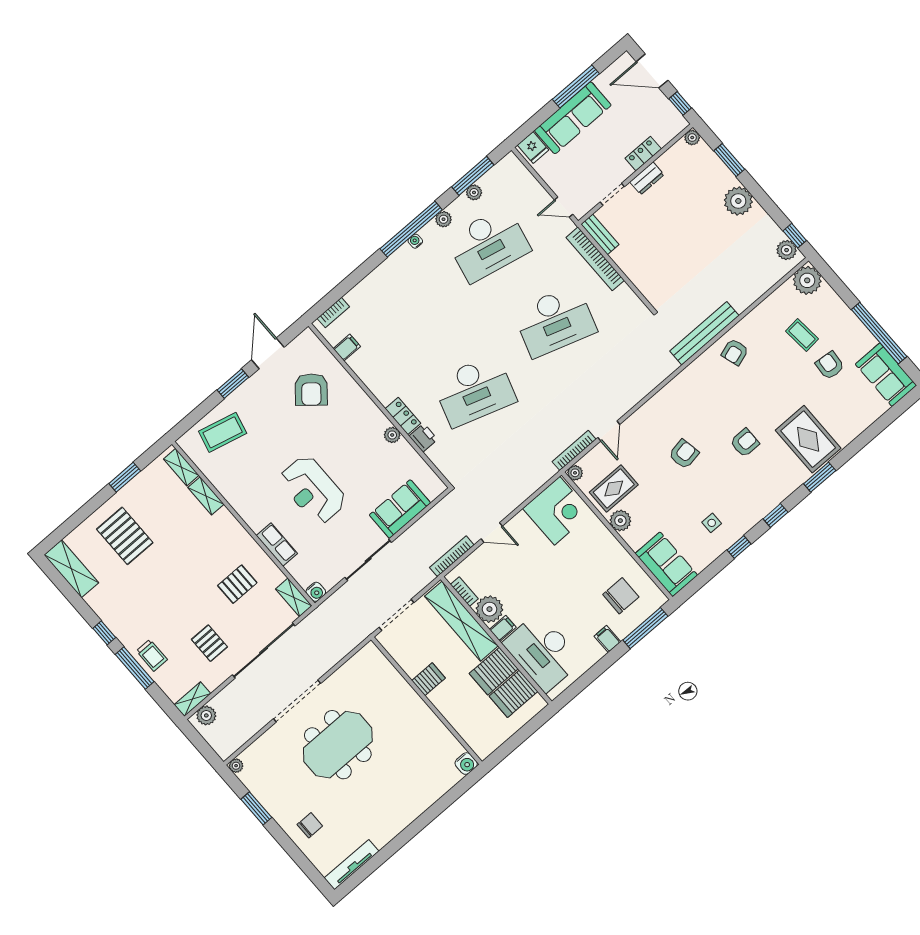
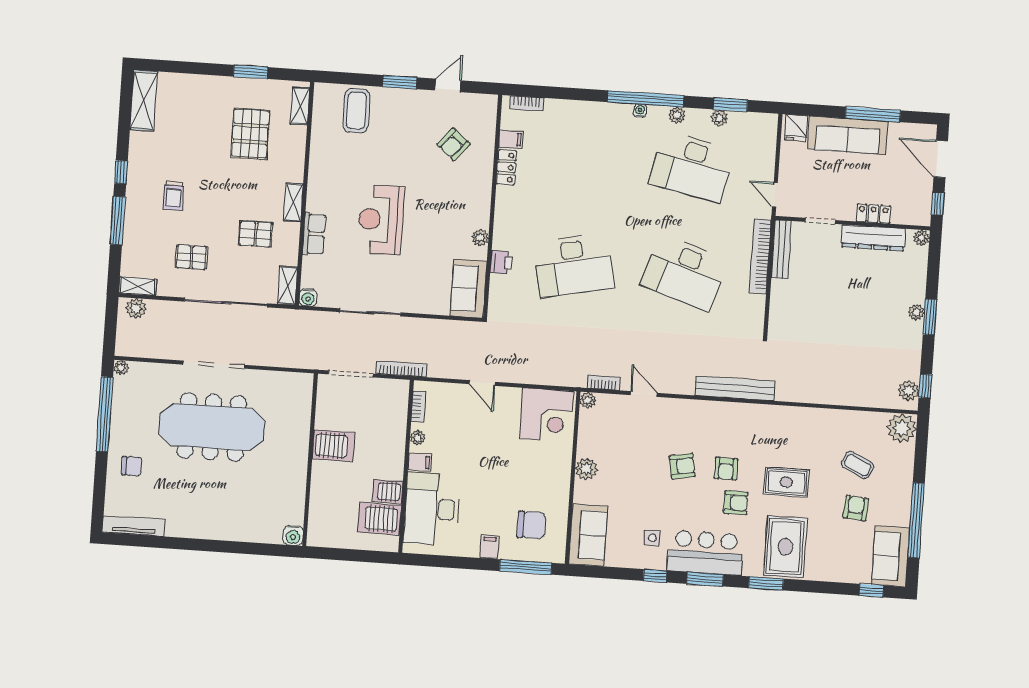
window: (729, 160) -> (930, 317), moved
window: (473, 176) -> (731, 105), width x0.69
dresser: (647, 178) -> (873, 238), width x1.96, depth x1.24
plant: (738, 201) -> (916, 312), width x0.53, depth x0.53
bench: (600, 234) -> (781, 249), width x1.36
bench: (704, 333) -> (735, 388), moved
coffee table: (802, 335) -> (858, 465), turned -59
armchair: (735, 352) -> (726, 469), moved, turned -72
door: (268, 353) -> (448, 85), width x0.73
armchair: (311, 390) -> (454, 144), width x0.72, depth x0.72
desk: (474, 391) -> (574, 265), turned -30
window: (896, 411) -> (871, 591), added
locker: (403, 416) -> (506, 167), moved
door: (609, 431) -> (644, 394), swing flipped
coffee table: (223, 432) -> (356, 111), turned 76
bookcase: (574, 450) -> (604, 383), width x0.64
rug: (614, 488) -> (786, 482), moved
shelving: (206, 496) -> (293, 202), moved
bar counter: (758, 497) -> (705, 553), added
sofa: (400, 509) -> (469, 288), moved, turned -90
window: (775, 515) -> (705, 579), width x1.50
pallet: (125, 536) -> (250, 134), moved
bookcase: (452, 556) -> (401, 369), moved
plant: (489, 609) -> (418, 438), width x0.53, depth x0.53
shelving: (461, 621) -> (394, 426), removed
pallet: (209, 643) -> (191, 257), turned 90
trolley: (152, 655) -> (173, 196), moved
server rack: (494, 671) -> (388, 492), width x0.73, depth x0.70
server rack: (429, 679) -> (333, 446), width x1.36, depth x1.44
meeting table: (338, 745) -> (212, 427), width x1.36
window: (256, 808) -> (104, 414), width x2.11

